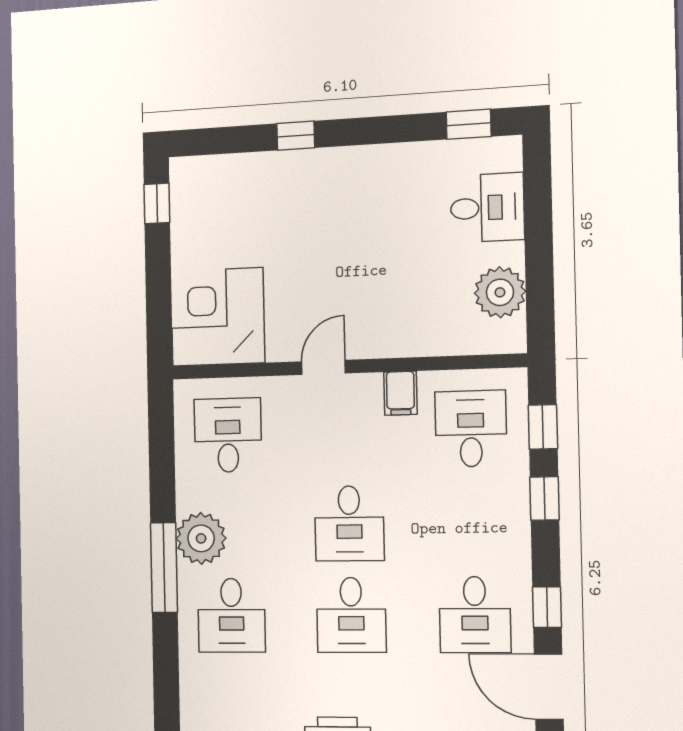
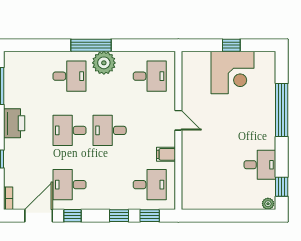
window: (296, 136) -> (282, 110), width x3.17
window: (157, 203) -> (231, 45), moved
desk: (487, 208) -> (260, 165), moved, turned -90
plant: (500, 292) -> (268, 204), moved, width x0.53, depth x0.53
corner desk: (218, 317) -> (232, 73), moved, turned 90
desk: (231, 615) -> (69, 76), turned 180

